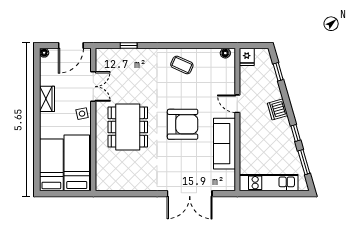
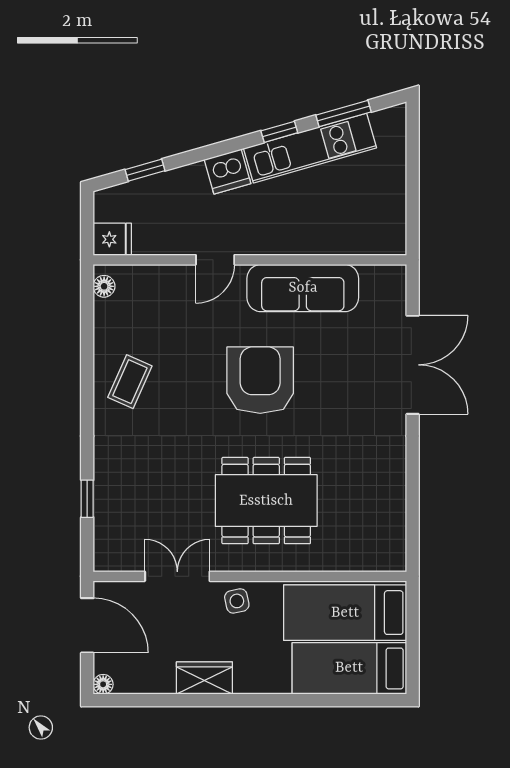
kitchen unit: (269, 183) -> (310, 148), moved, turned -106

